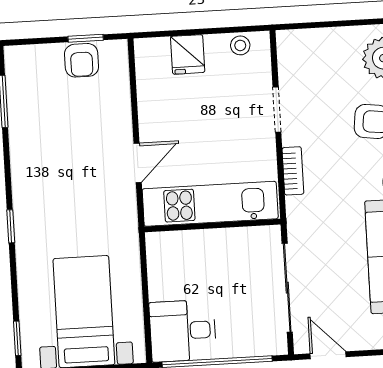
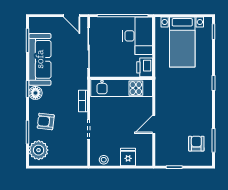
armchair: (82, 60) -> (196, 144), moved
door: (138, 163) -> (154, 124), moved
printer: (163, 252) -> (145, 67), added
desk: (183, 331) -> (138, 36), width x1.37

